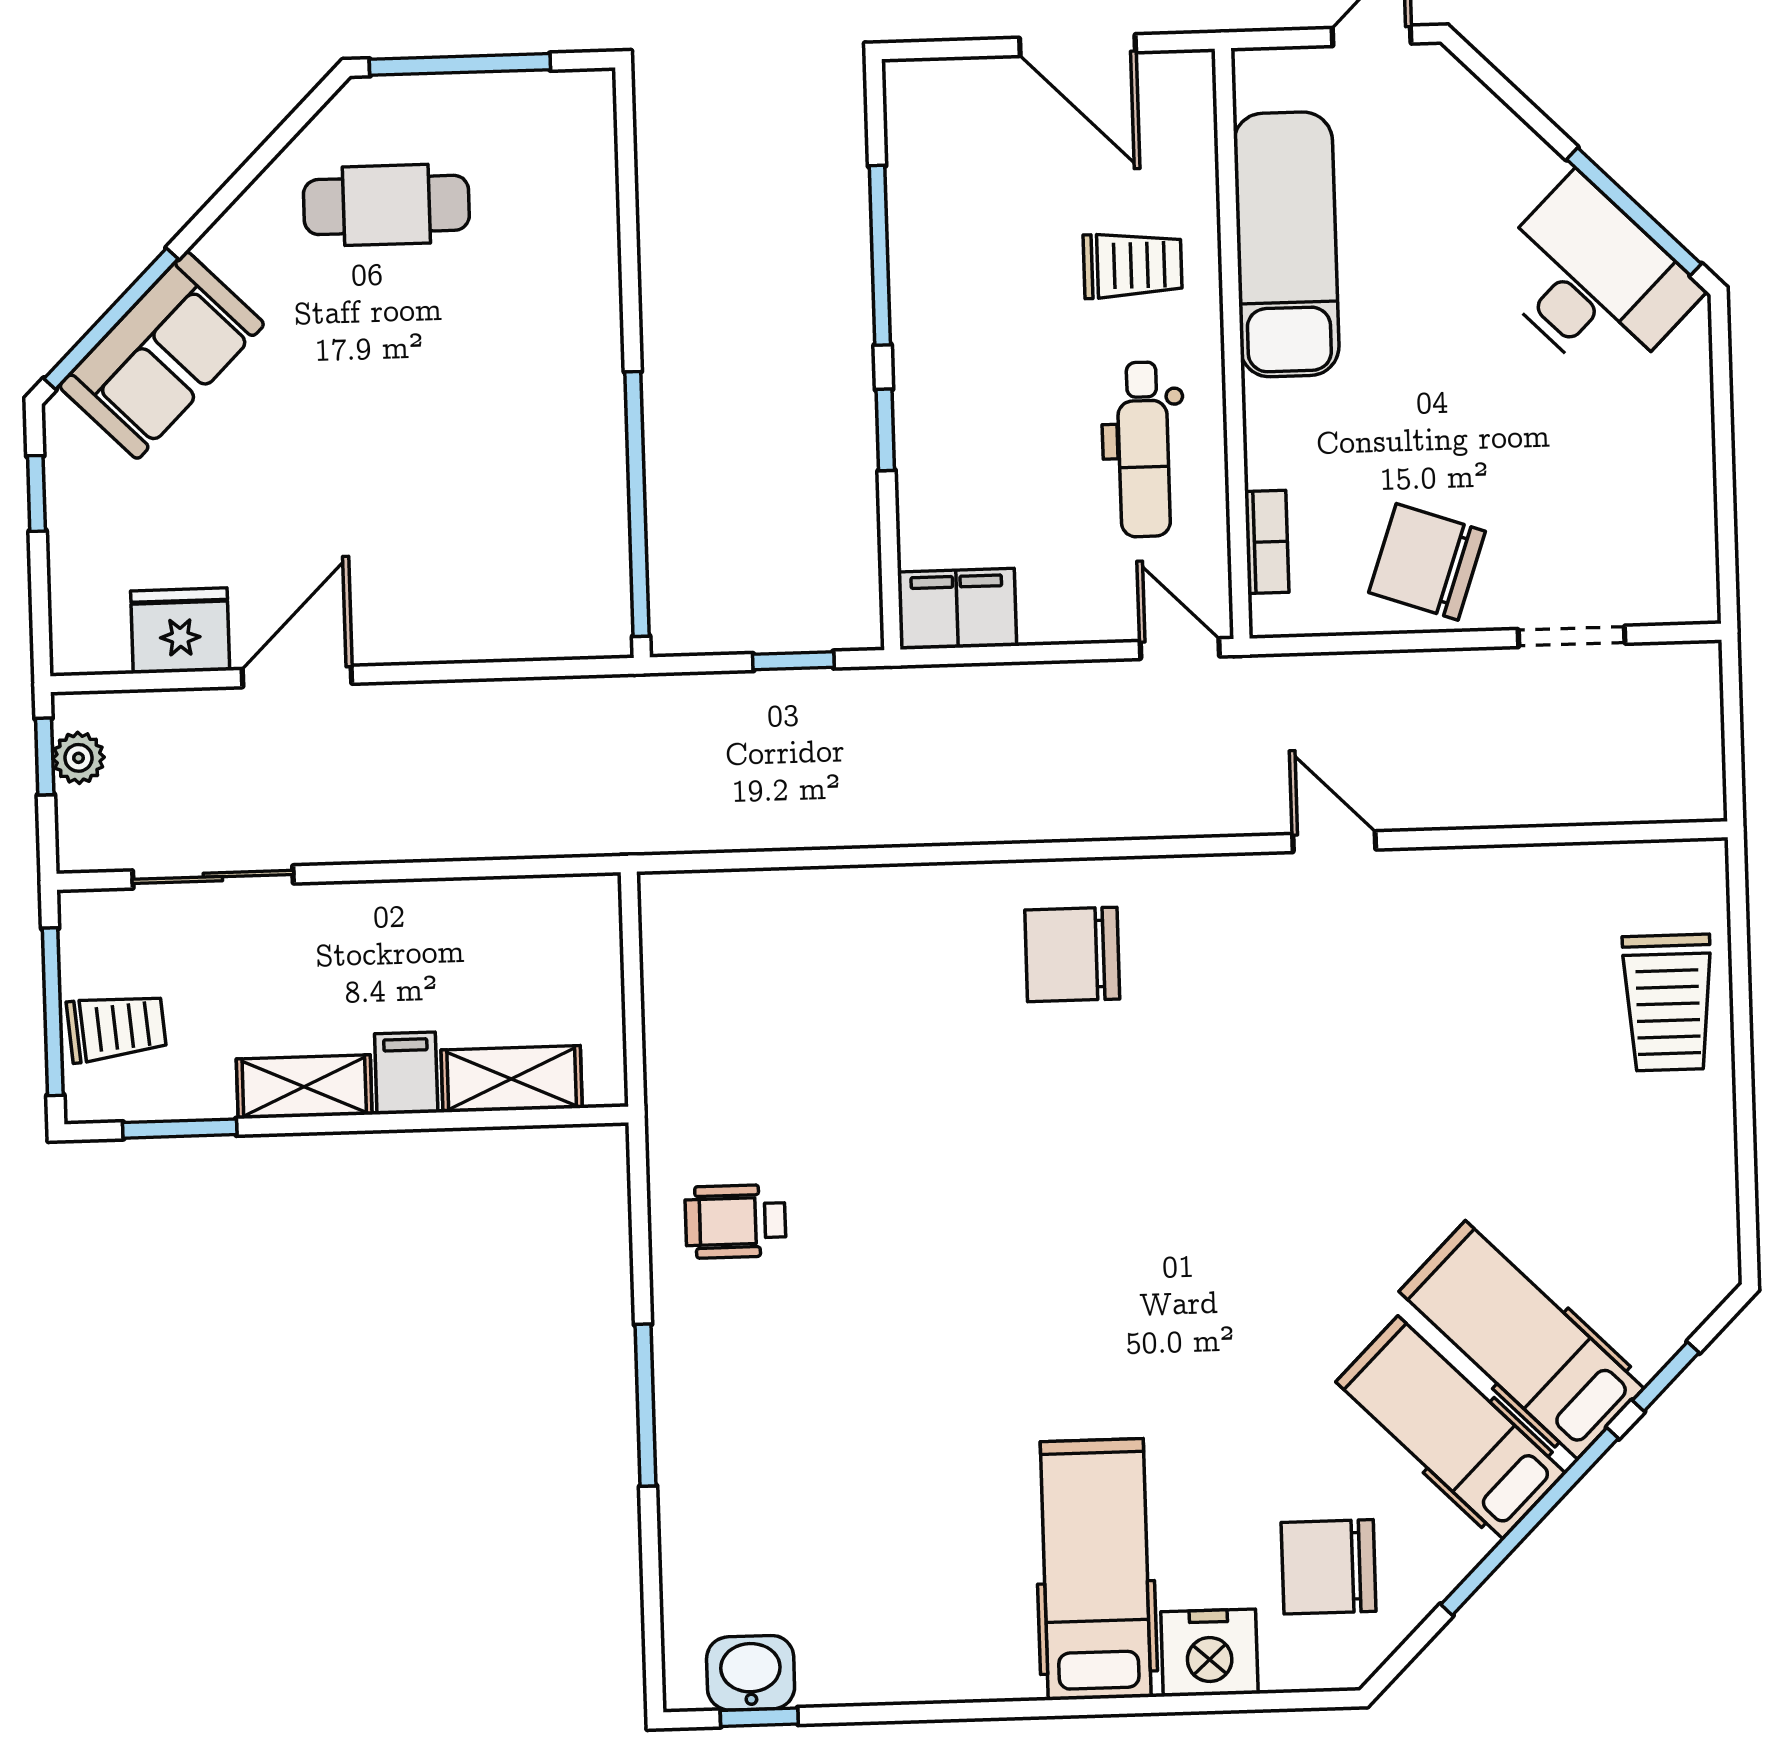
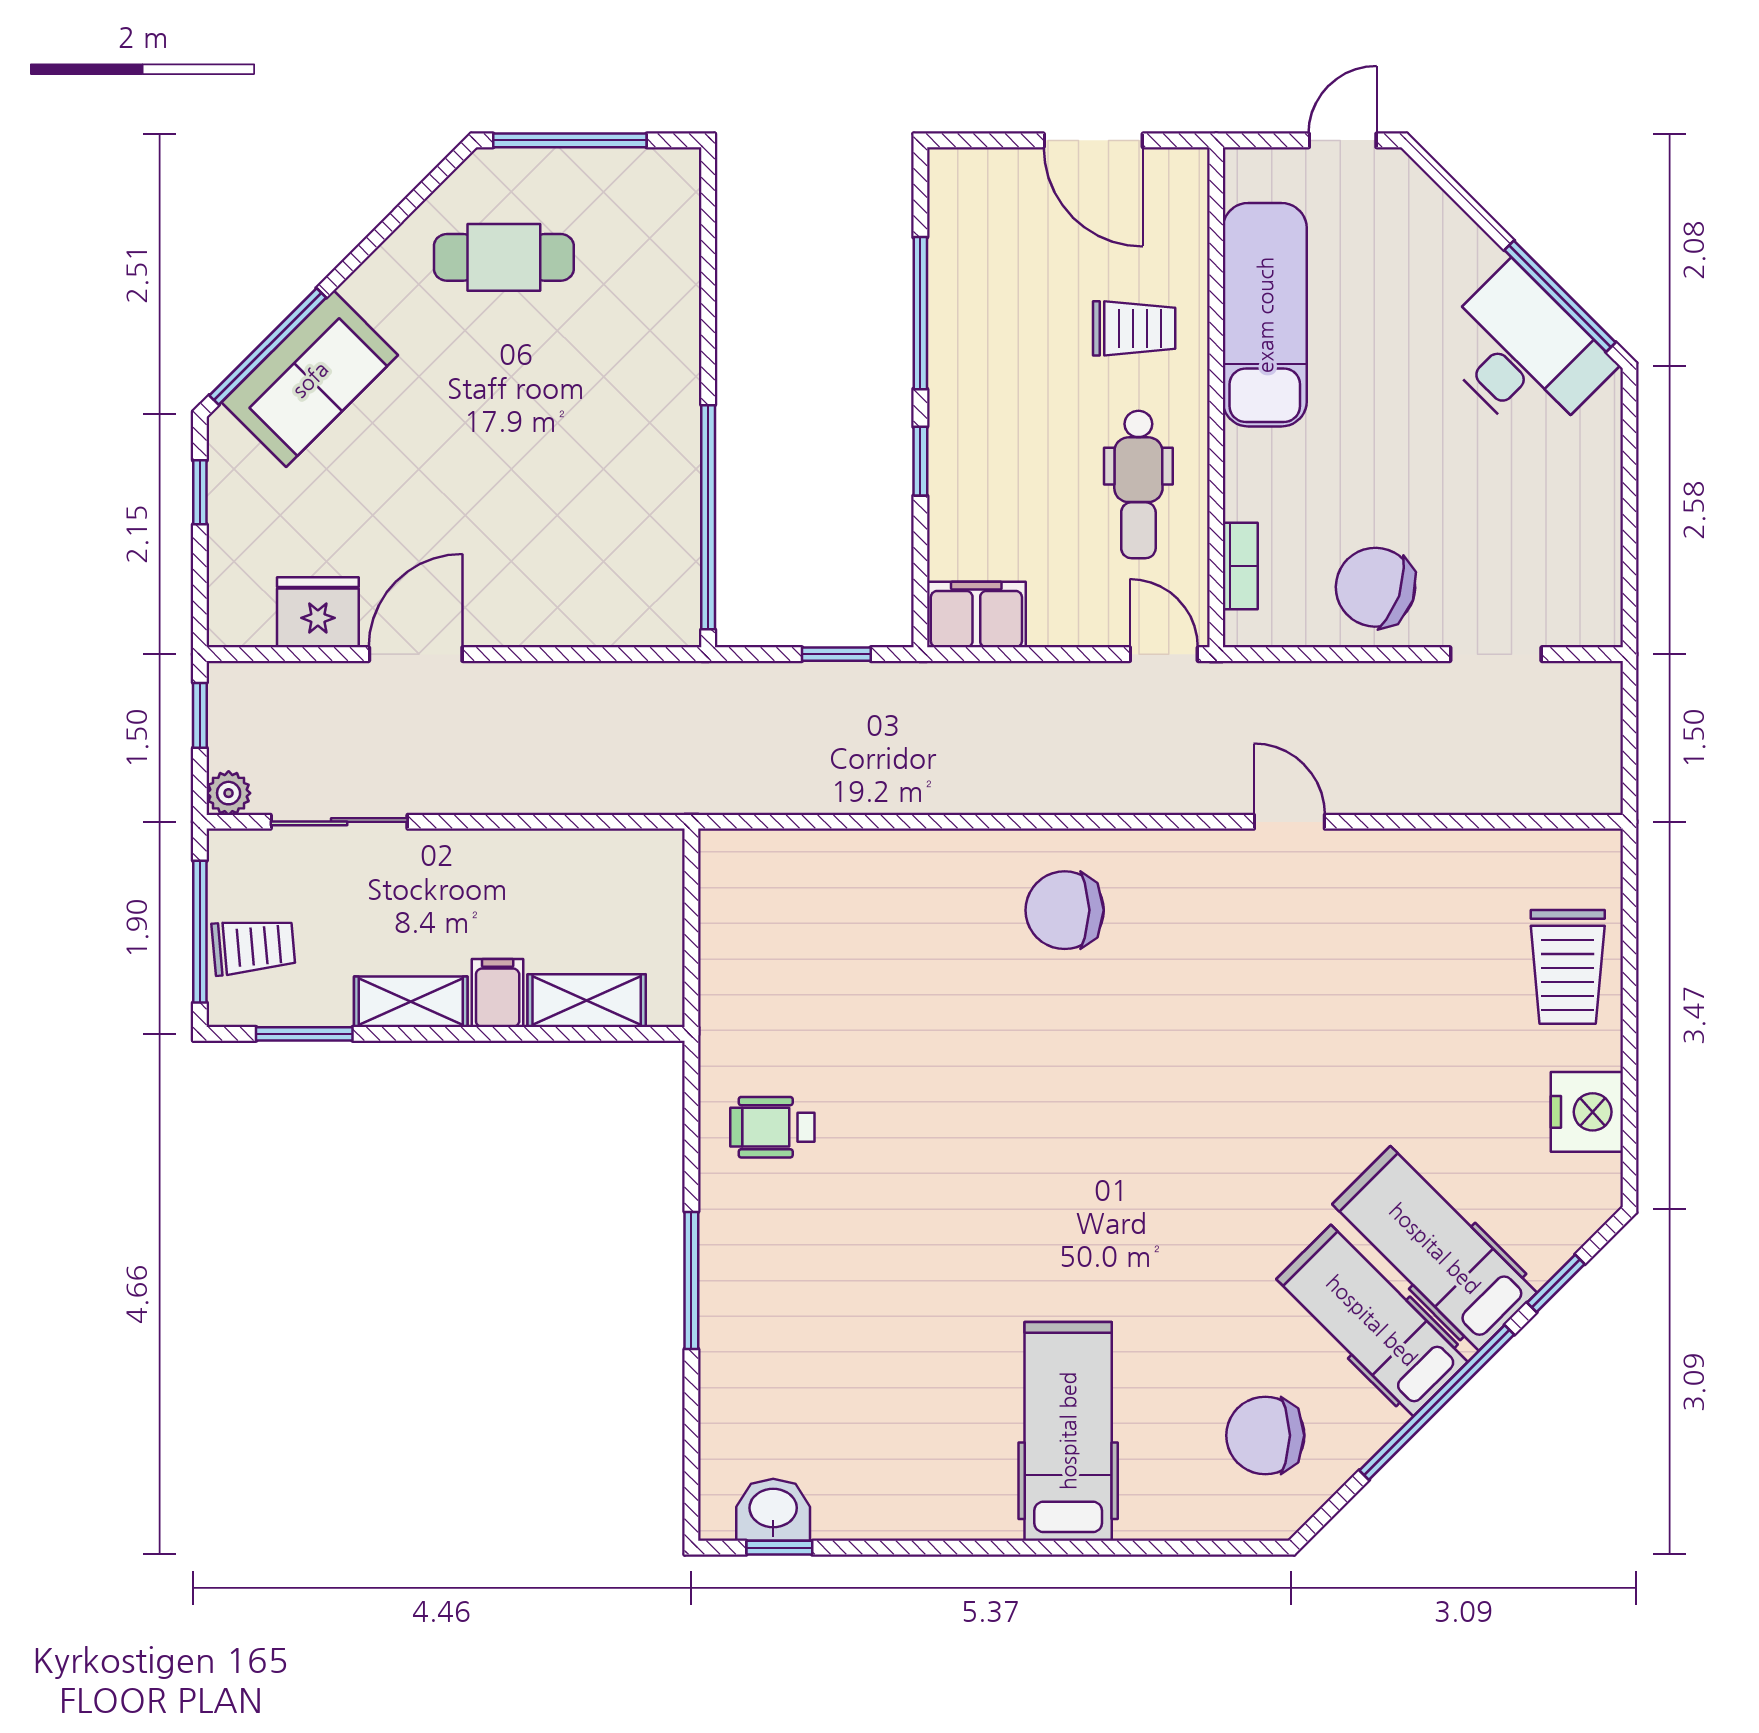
plant: (79, 758) -> (229, 793), moved
nightstand: (1209, 1653) -> (1587, 1112), moved, turned -90

